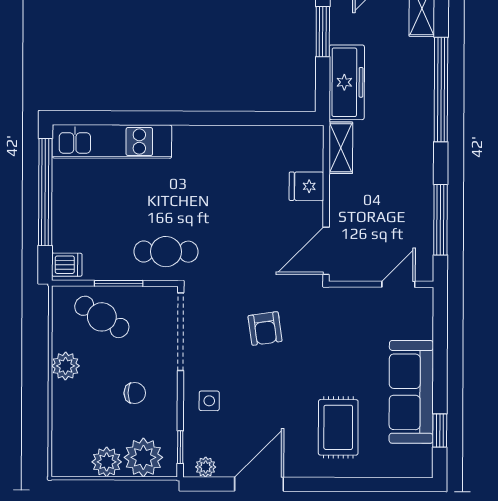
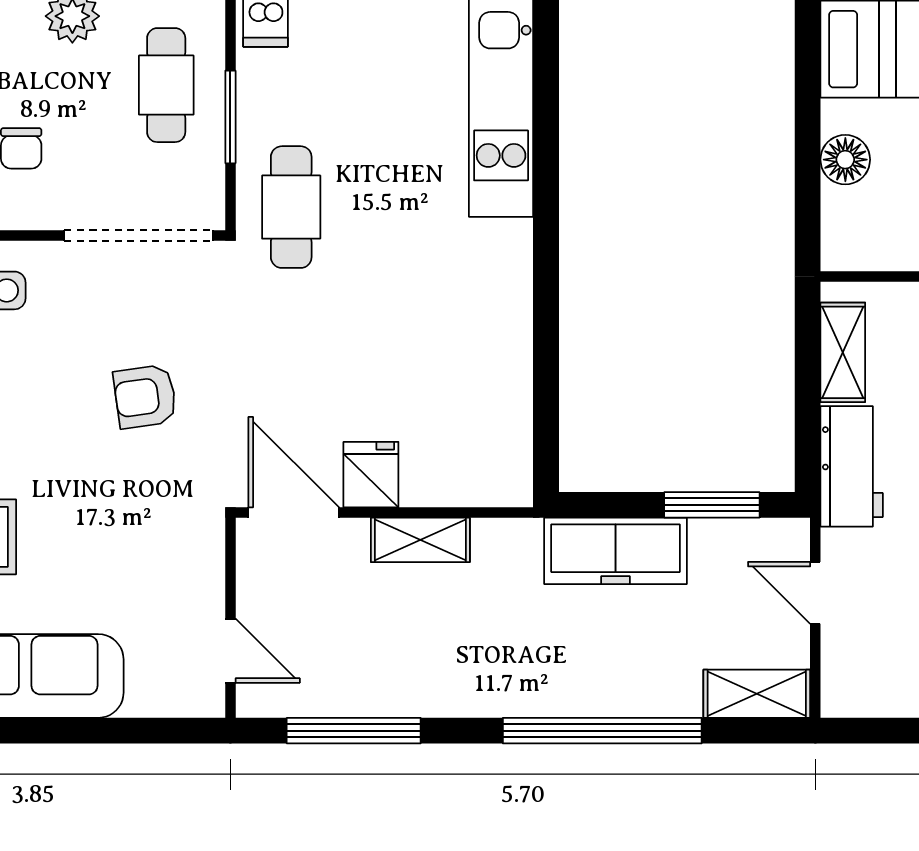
shelving: (341, 148) -> (420, 540), moved
fridge: (306, 186) -> (371, 475), moved
cafe table: (102, 317) -> (166, 85), turned -32

